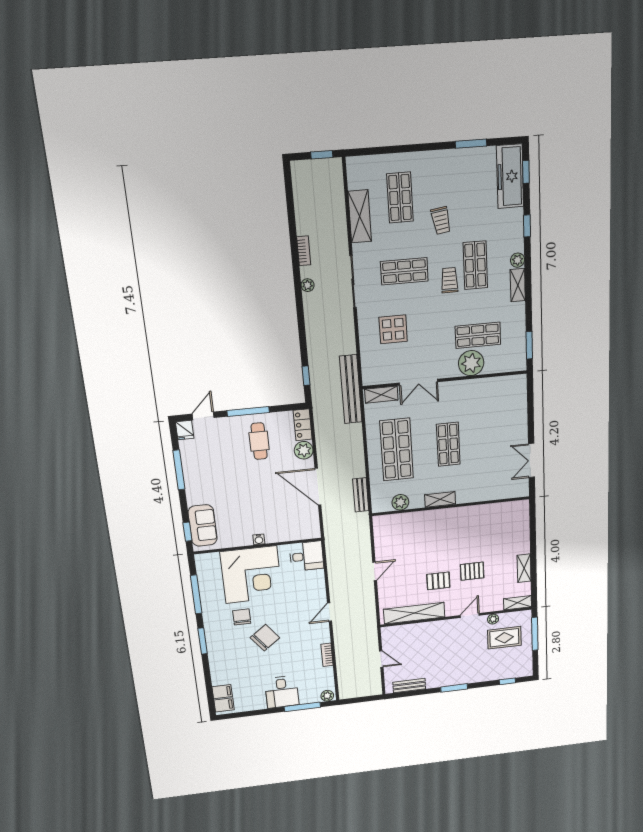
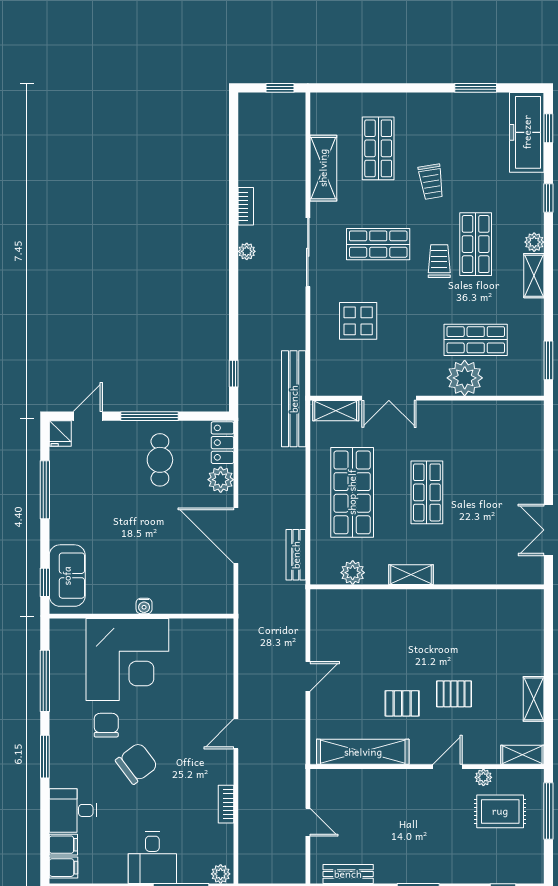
desk: (307, 556) -> (73, 810), moved, turned 180

